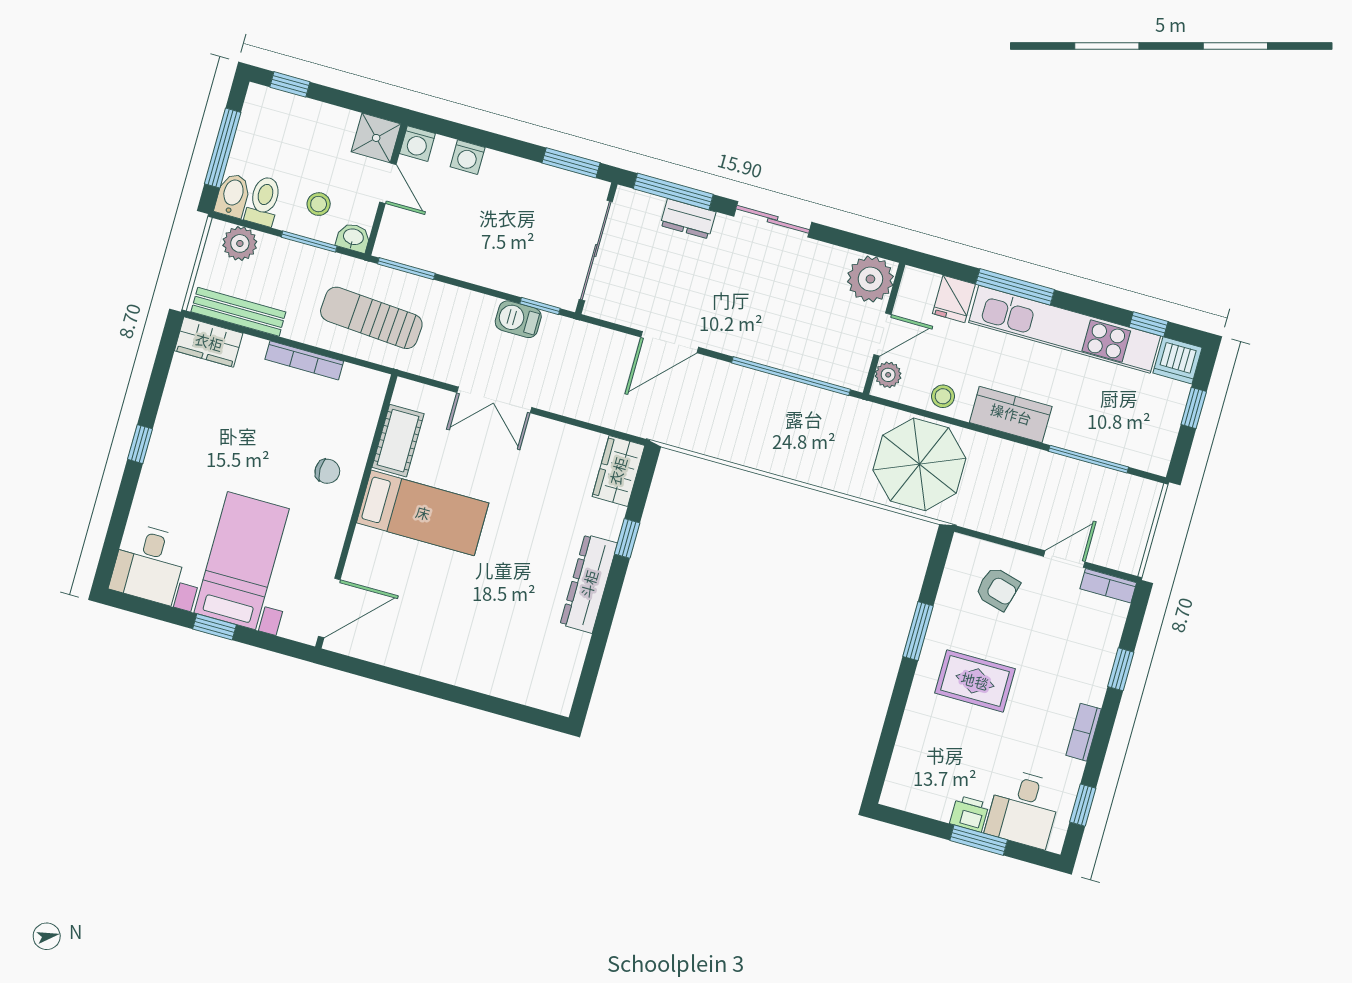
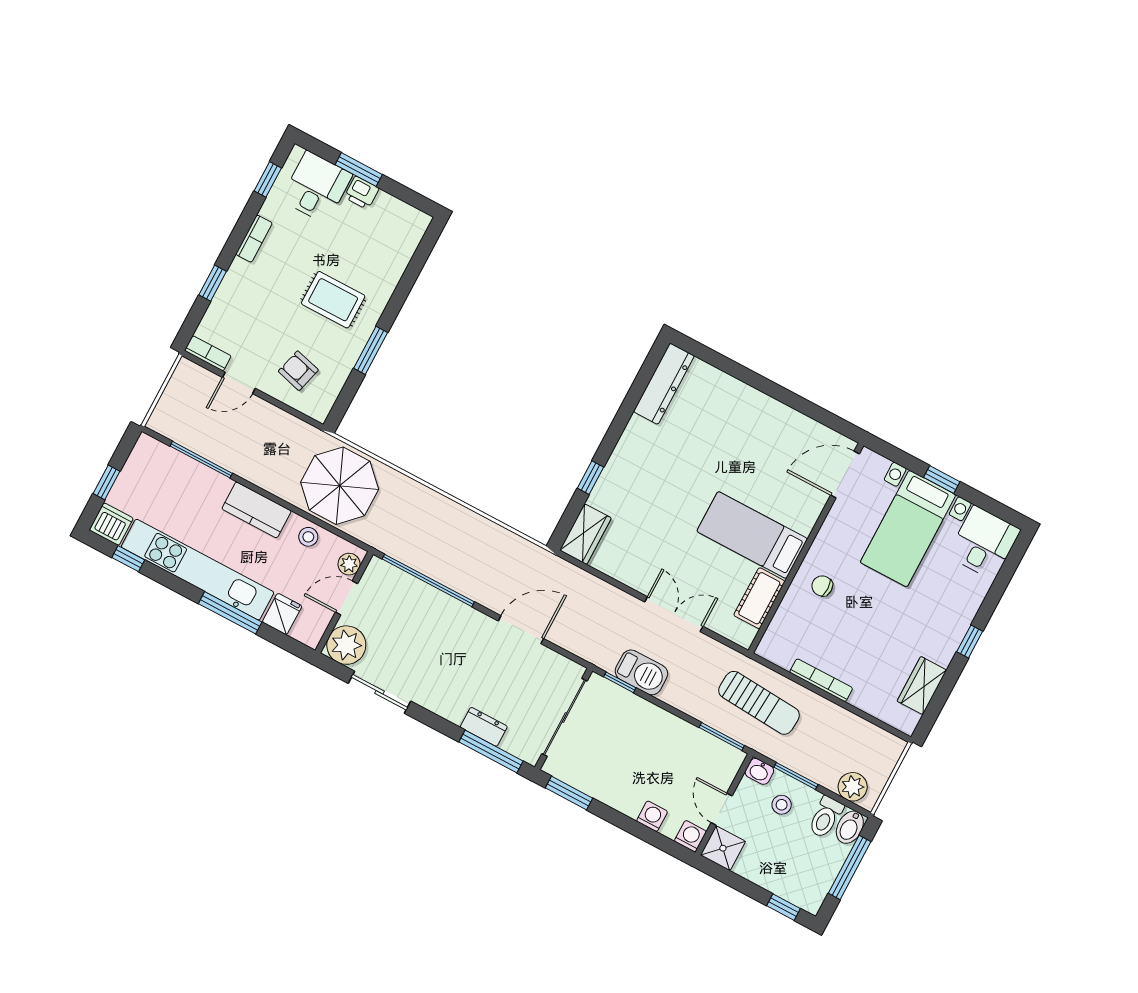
sliding door: (773, 219) -> (379, 692), moved
bench: (238, 312) -> (866, 731), removed
barbecue: (518, 319) -> (641, 672), width x1.38, depth x1.27
wardrobe: (209, 342) -> (922, 686), moved, turned -90
dresser: (589, 584) -> (664, 384), moved

